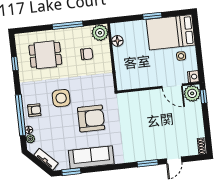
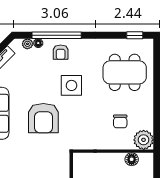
window: (68, 25) -> (157, 103), removed
dining table: (45, 55) -> (125, 72), width x1.38
window: (15, 64) -> (135, 35), moved

